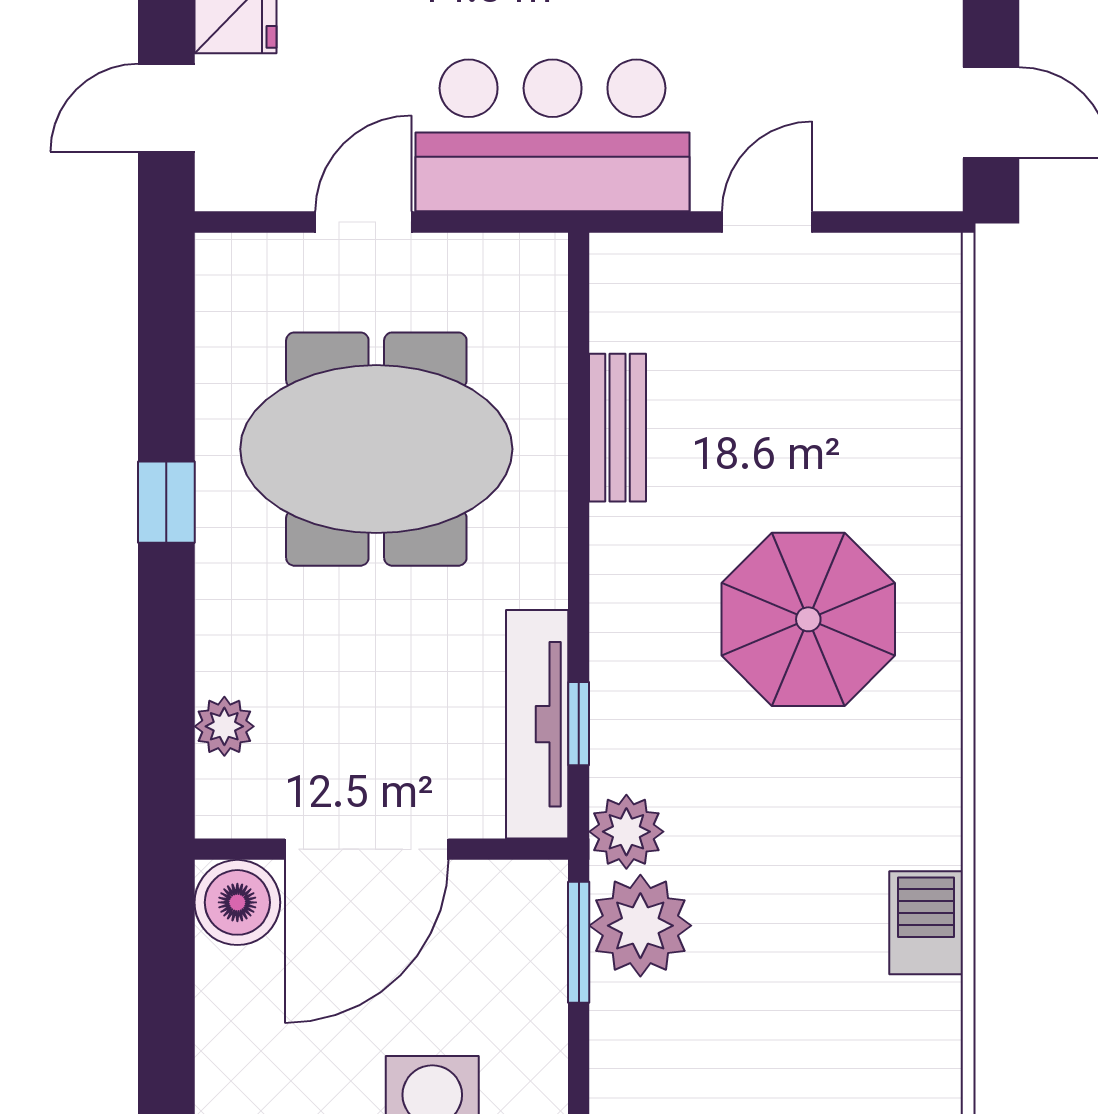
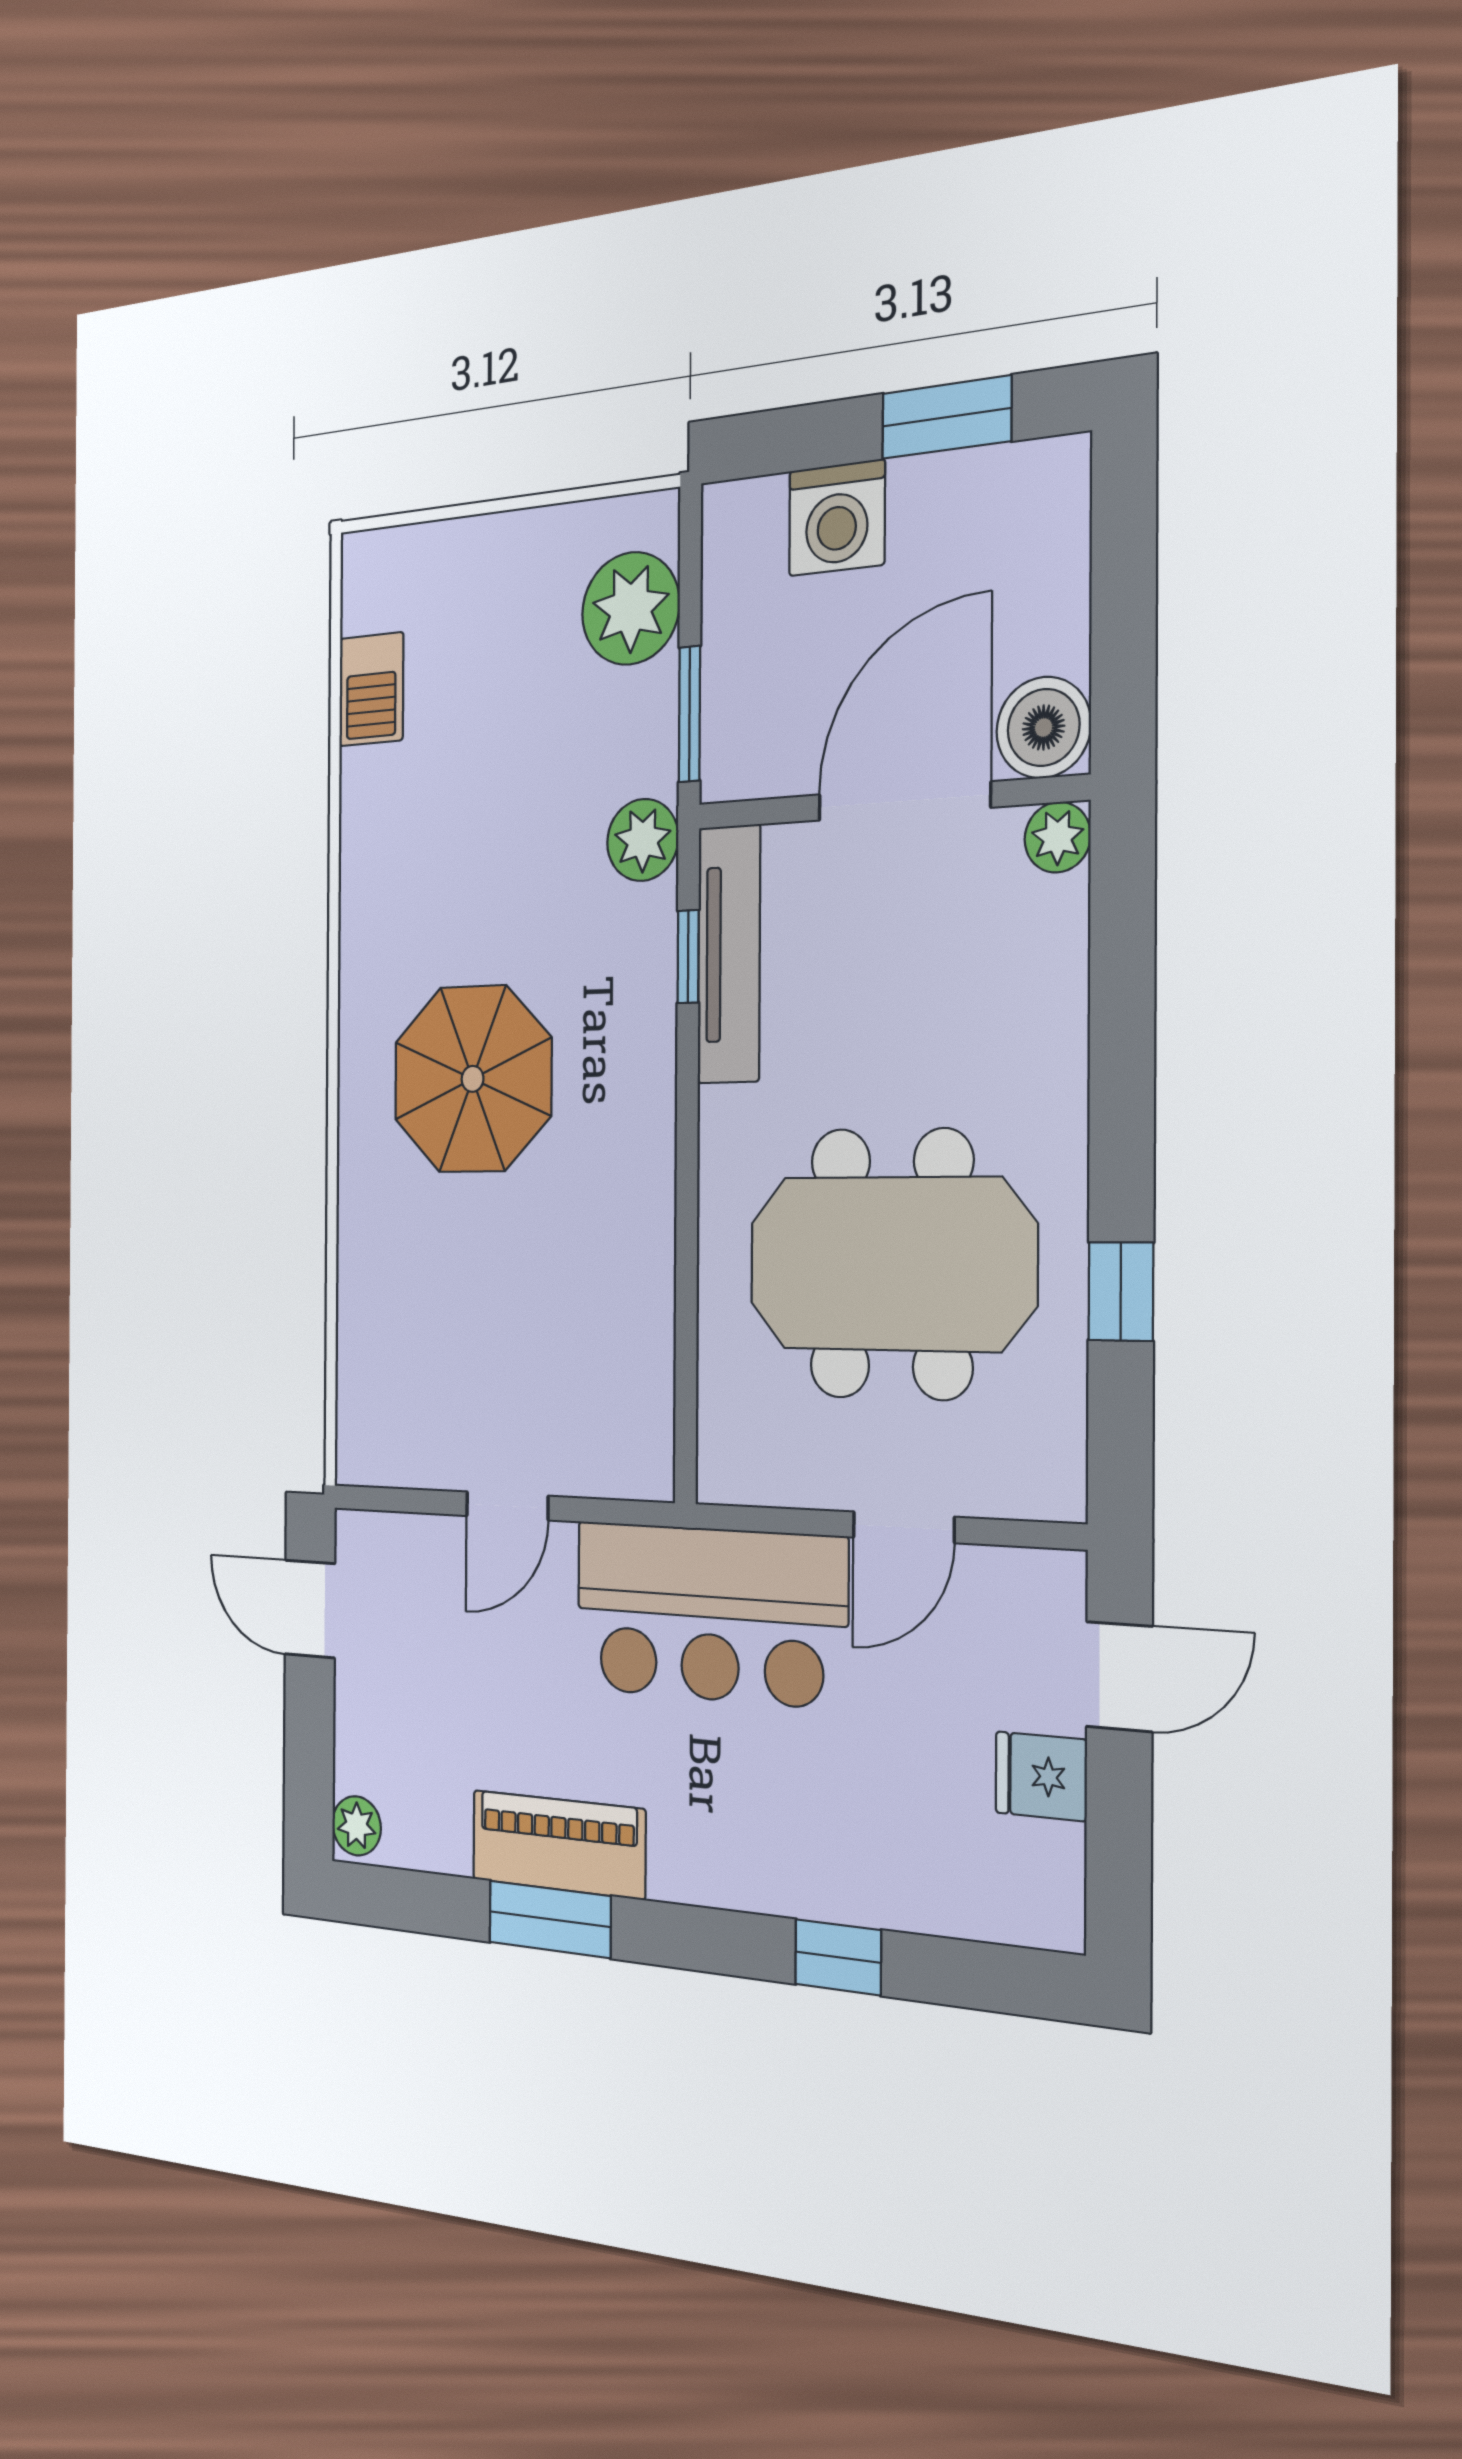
bench: (618, 428) -> (649, 1286), removed
window: (166, 502) -> (1121, 1292), moved
plant: (224, 726) -> (1058, 837), moved
barbecue: (926, 923) -> (371, 689), moved
plant: (640, 926) -> (631, 608), moved

